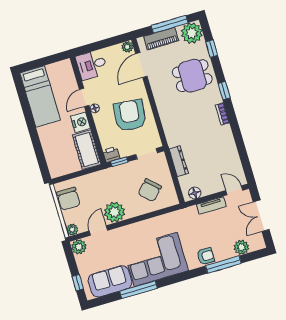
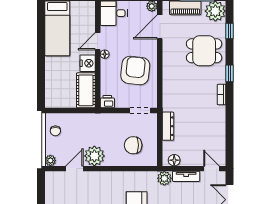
window: (119, 162) -> (113, 111), removed
chair: (150, 190) -> (133, 145), turned 46
chair: (68, 199) -> (55, 131), width x0.54, depth x0.54
plant: (79, 247) -> (164, 178), moved

